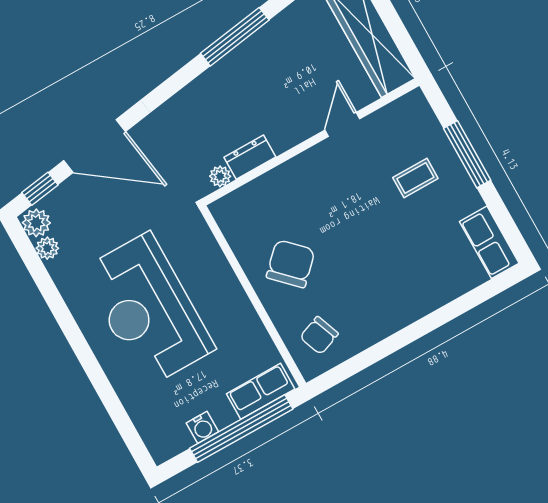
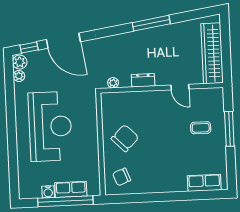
door: (342, 124) -> (180, 87), swing flipped
dresser: (250, 157) -> (143, 80), moved
row of seats: (489, 242) -> (204, 183), moved, turned 90
reception desk: (148, 310) -> (50, 126), turned 180
row of seats: (261, 391) -> (71, 189), moved

